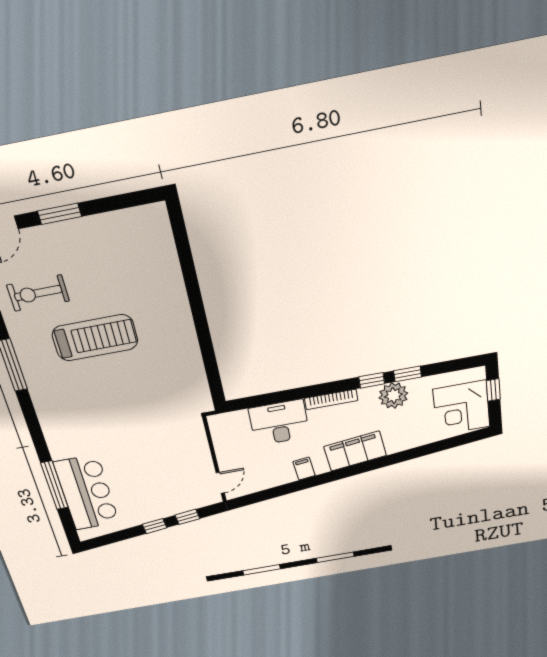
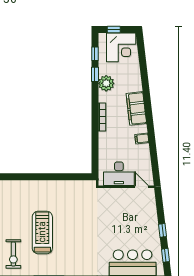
window: (372, 380) -> (95, 54), moved
desk: (279, 423) -> (119, 174), moved, turned -90
window: (187, 517) -> (165, 255), moved

